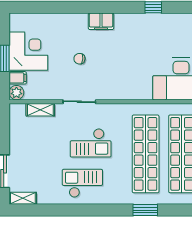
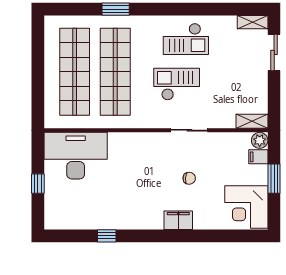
filing cabinet: (101, 21) -> (178, 220), moved
corner desk: (28, 51) -> (246, 207), moved
shelving: (40, 110) -> (252, 121), moved

